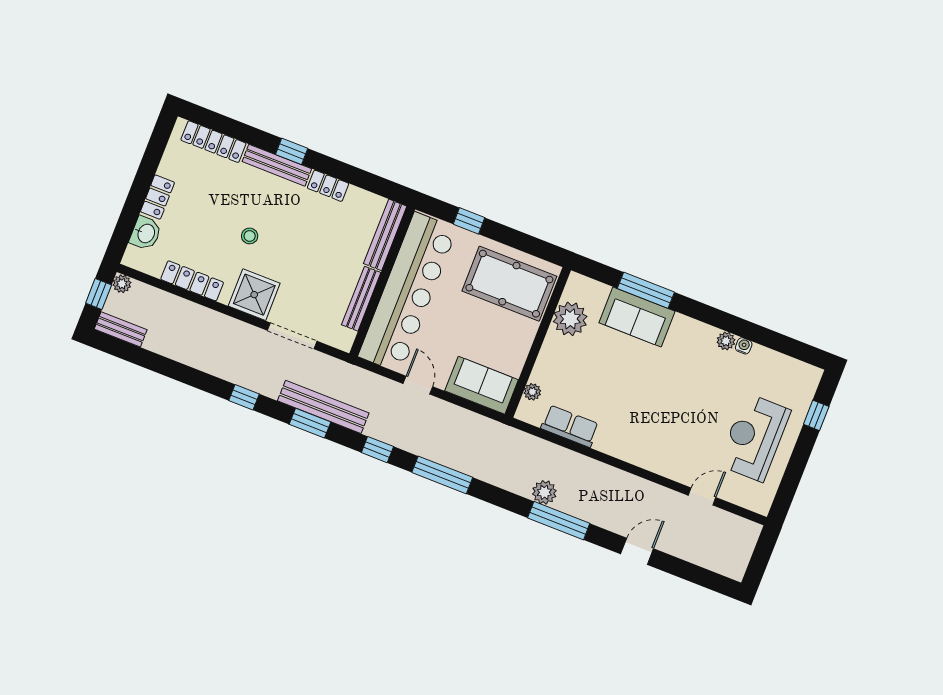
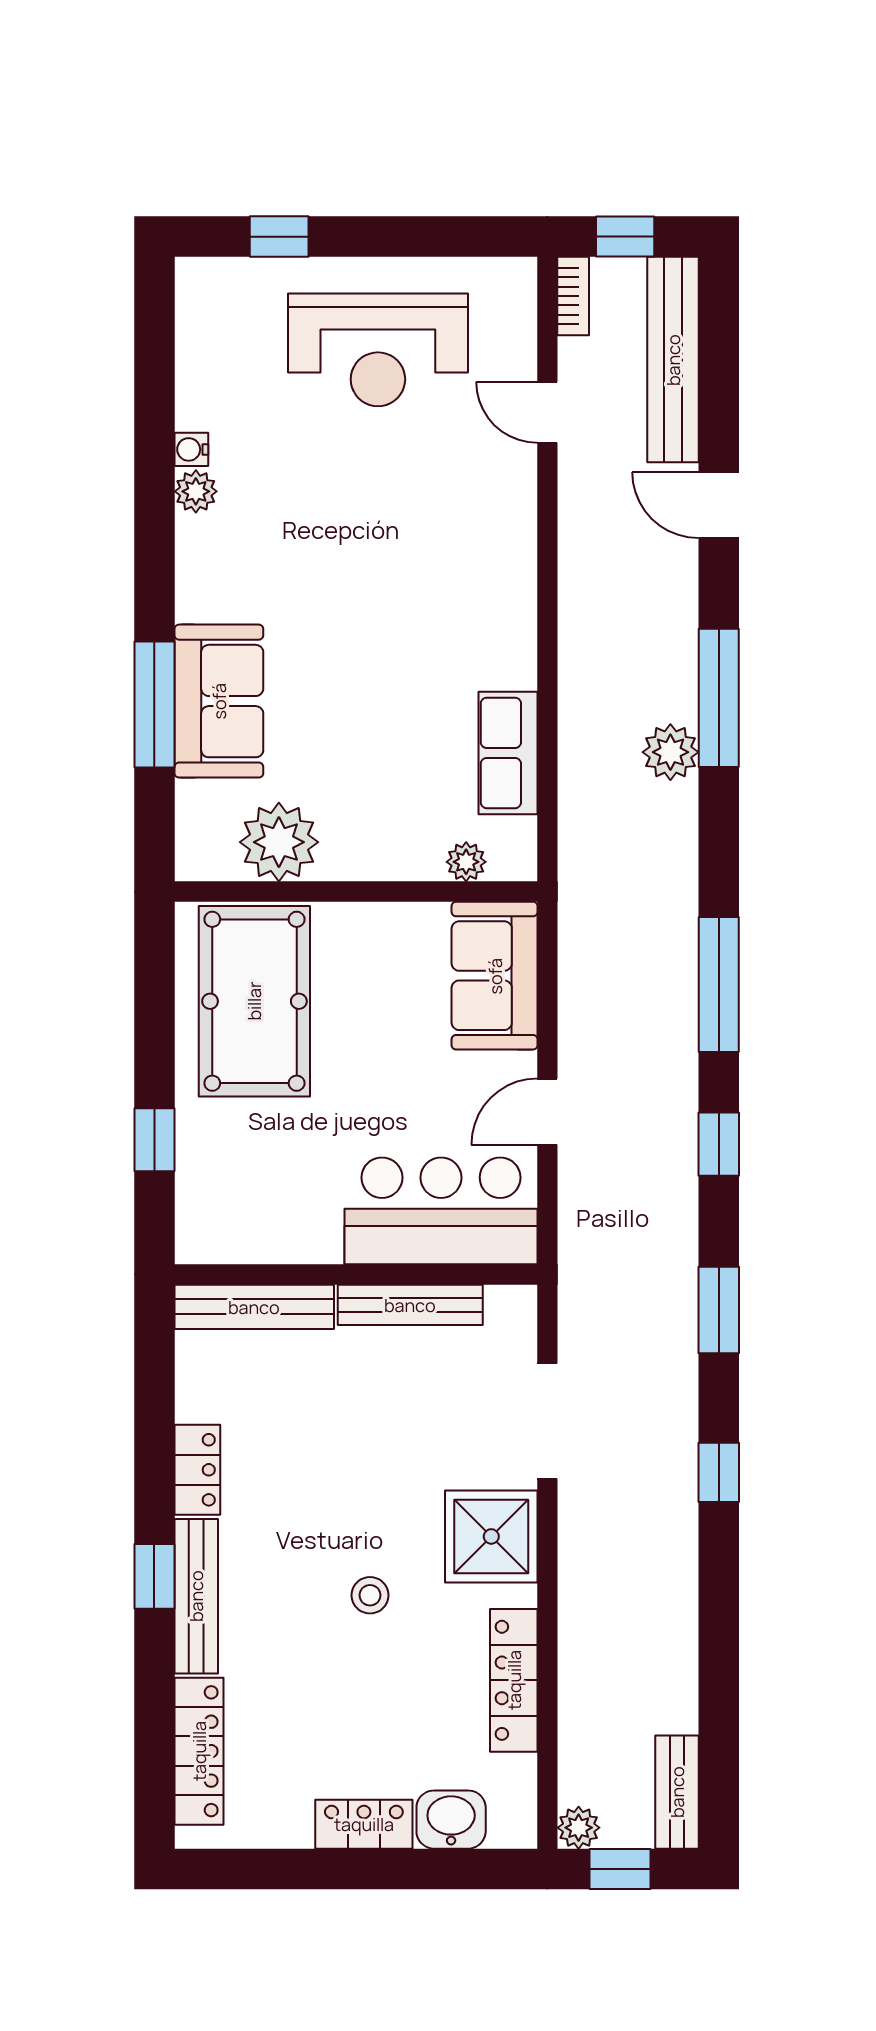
bar counter: (408, 292) -> (441, 1211), width x0.54
bench: (323, 407) -> (673, 360), moved
bookcase: (745, 525) -> (573, 296), added
window: (761, 556) -> (625, 237), added

